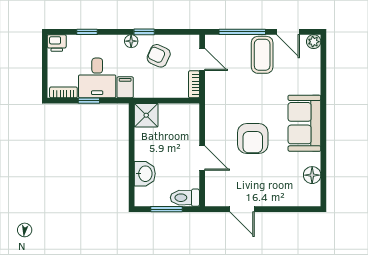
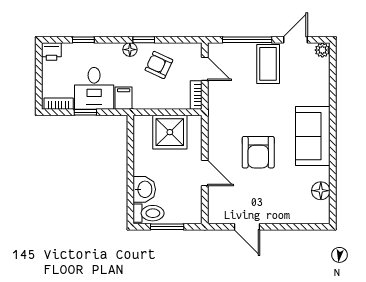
door: (288, 32) -> (295, 40), swing flipped
shower: (146, 115) -> (170, 132), moved, width x1.36, depth x1.36
toilet: (185, 198) -> (149, 213), moved, turned 180

